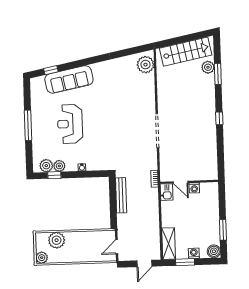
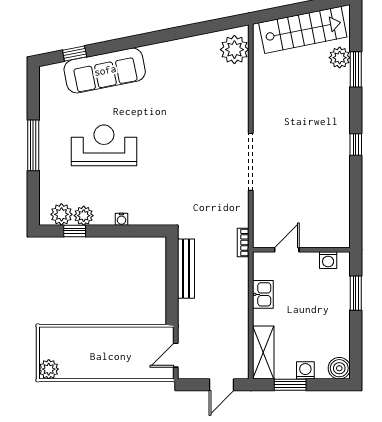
reception desk: (70, 124) -> (104, 145), turned 90
door: (180, 182) -> (287, 250), swing flipped
washing machine: (194, 188) -> (328, 260), moved
kitchen sink: (167, 192) -> (263, 294), moved
window: (223, 230) -> (356, 293), moved
plant: (57, 240) -> (75, 341), removed

